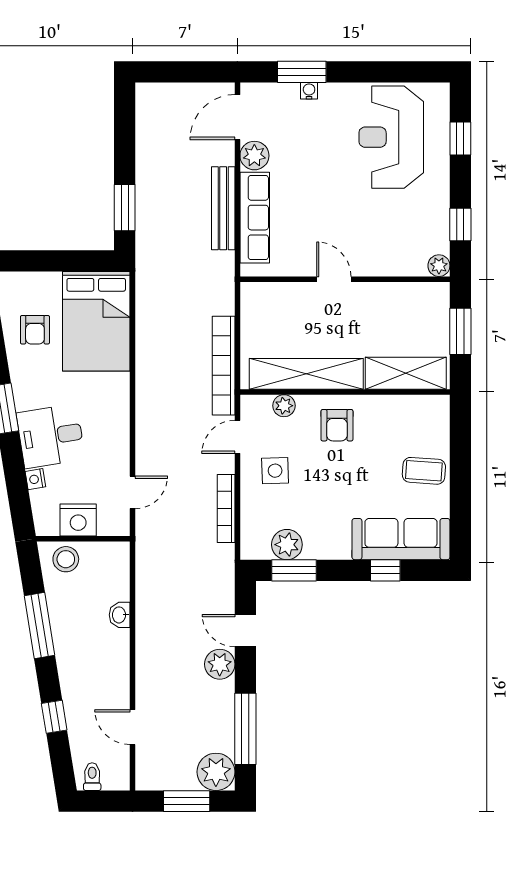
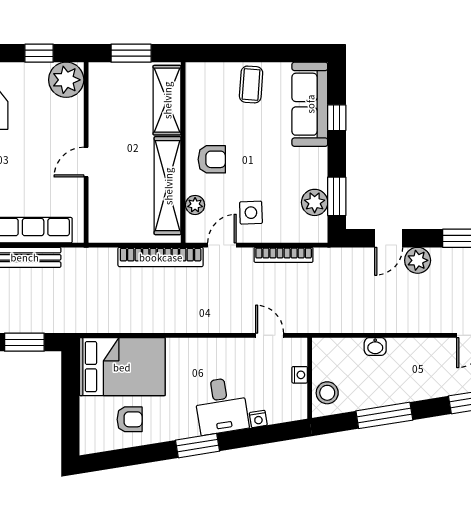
plant: (439, 266) -> (66, 80), width x1.88, depth x1.88
door: (237, 437) -> (222, 245), swing flipped
nightstand: (78, 520) -> (300, 375), width x0.53, depth x0.56

